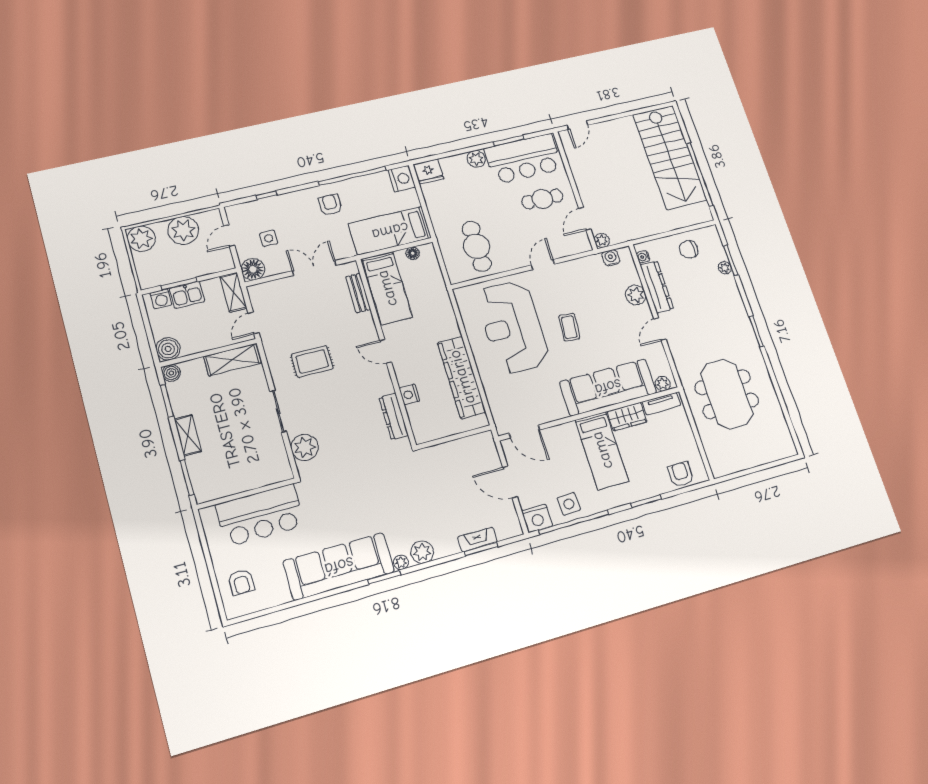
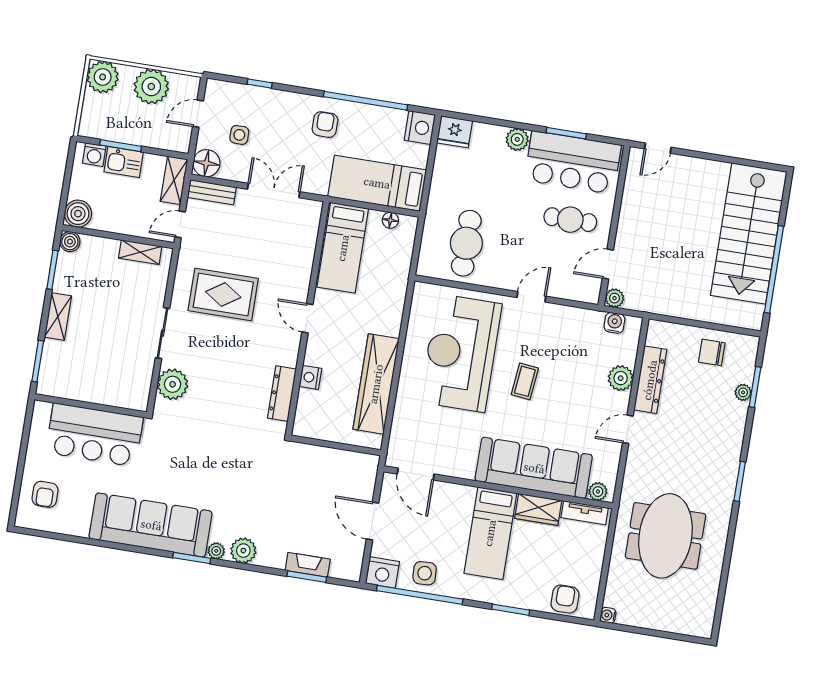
water cooler: (643, 257) -> (608, 615), moved
bench: (358, 293) -> (212, 192), moved, turned 90
shelving: (232, 360) -> (140, 252), width x0.67, depth x0.75
rug: (312, 361) -> (223, 295), width x1.36, depth x1.43

